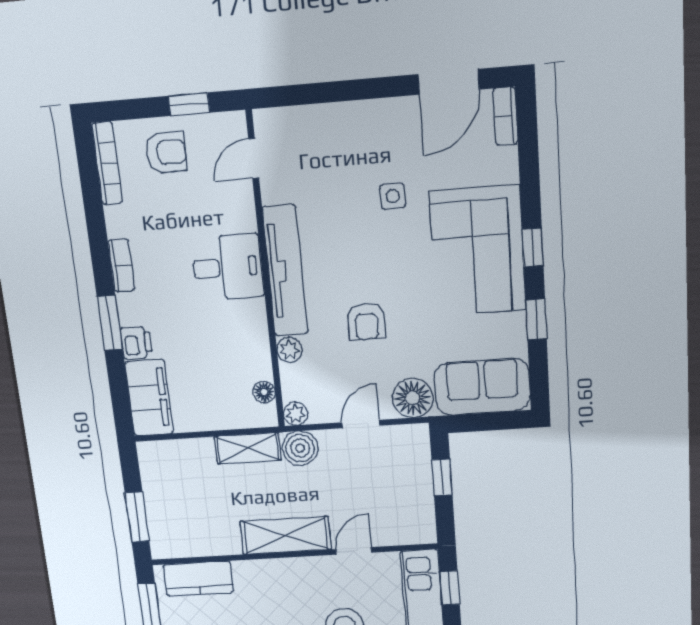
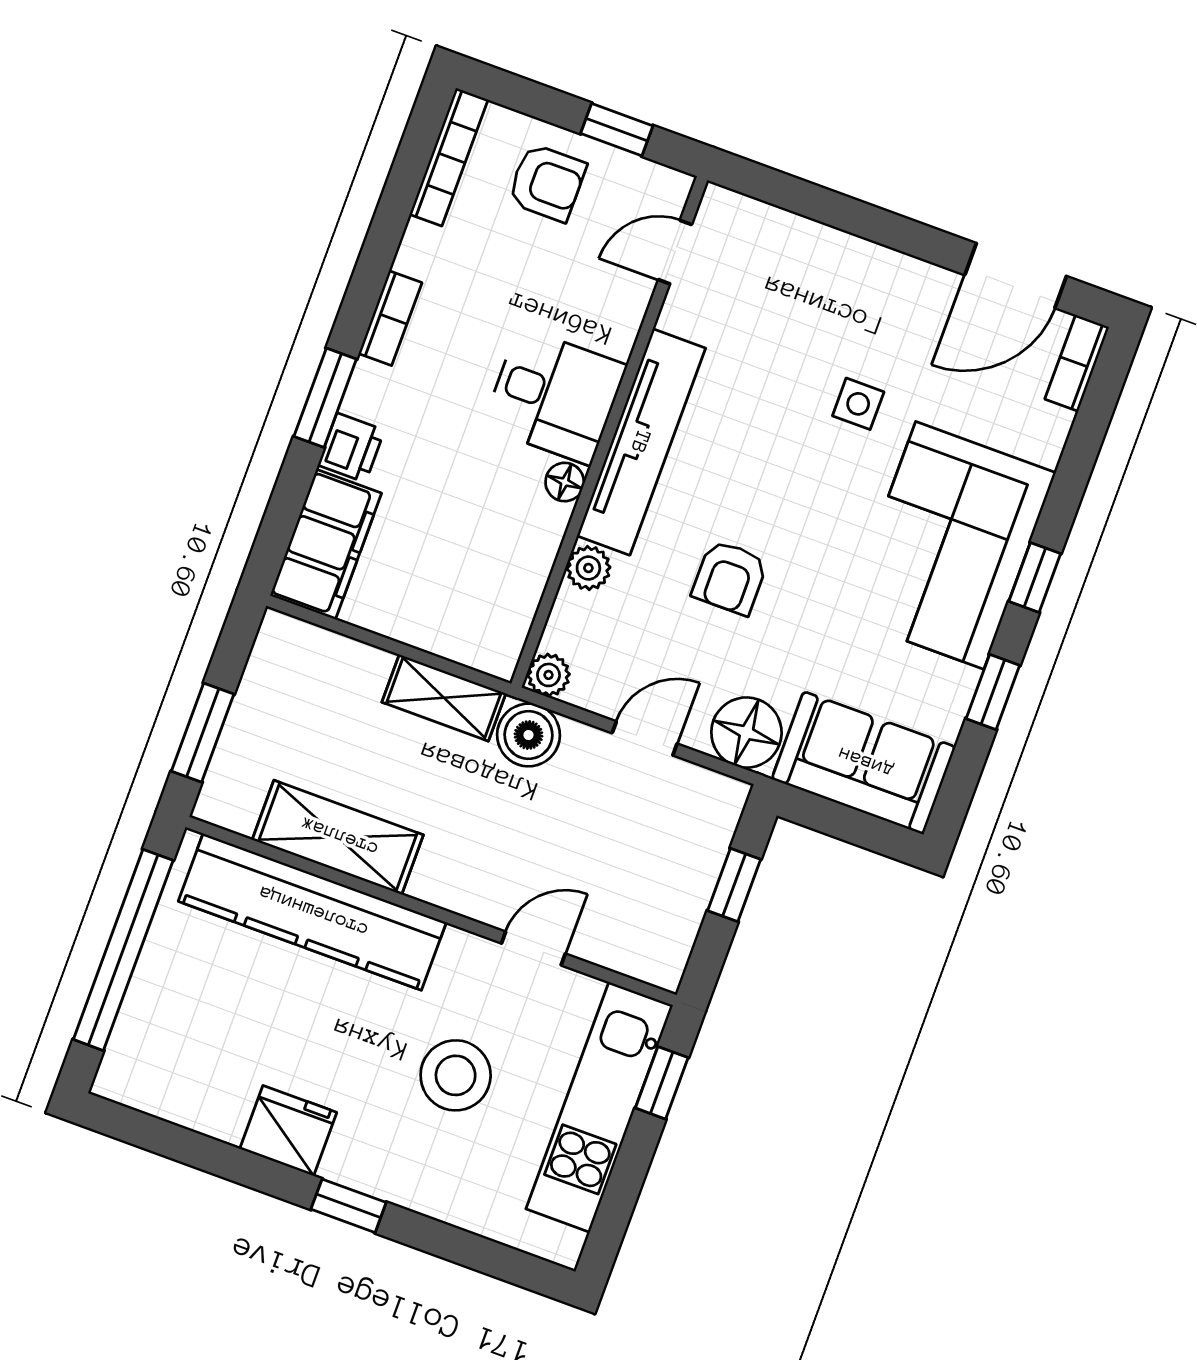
floor lamp: (264, 392) -> (565, 482), moved
shelving: (286, 535) -> (338, 837), moved
kitchen counter: (198, 578) -> (312, 912), width x2.08, depth x1.17

